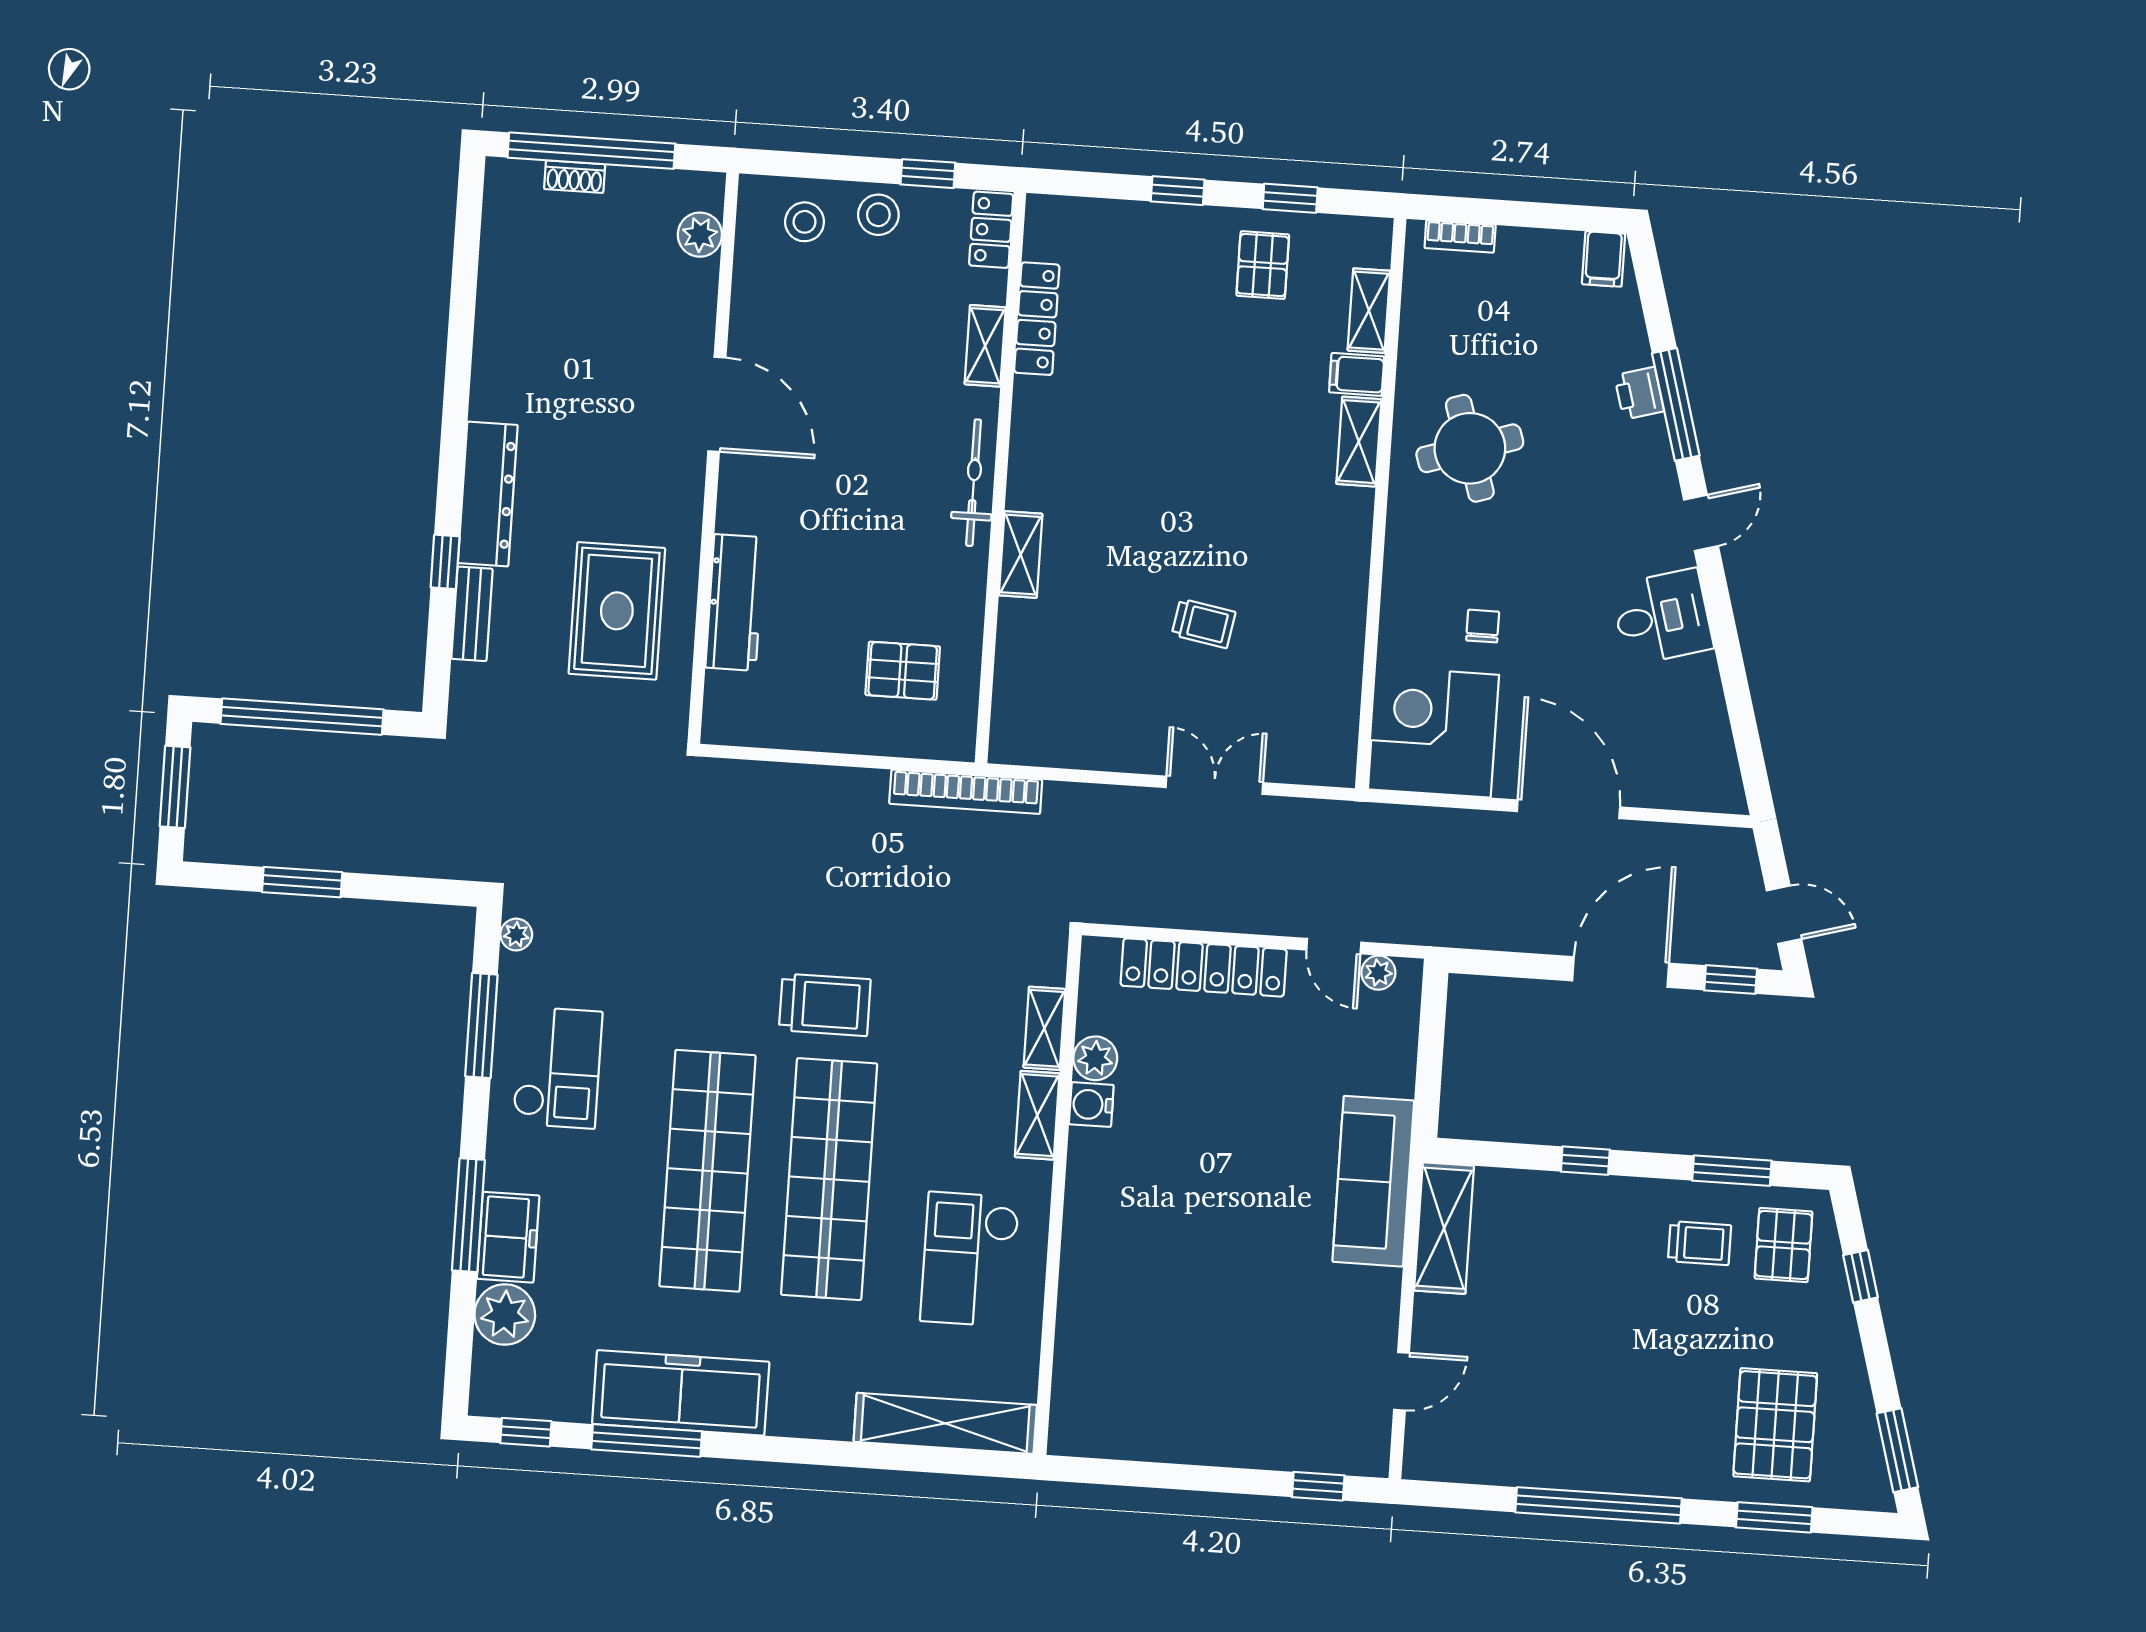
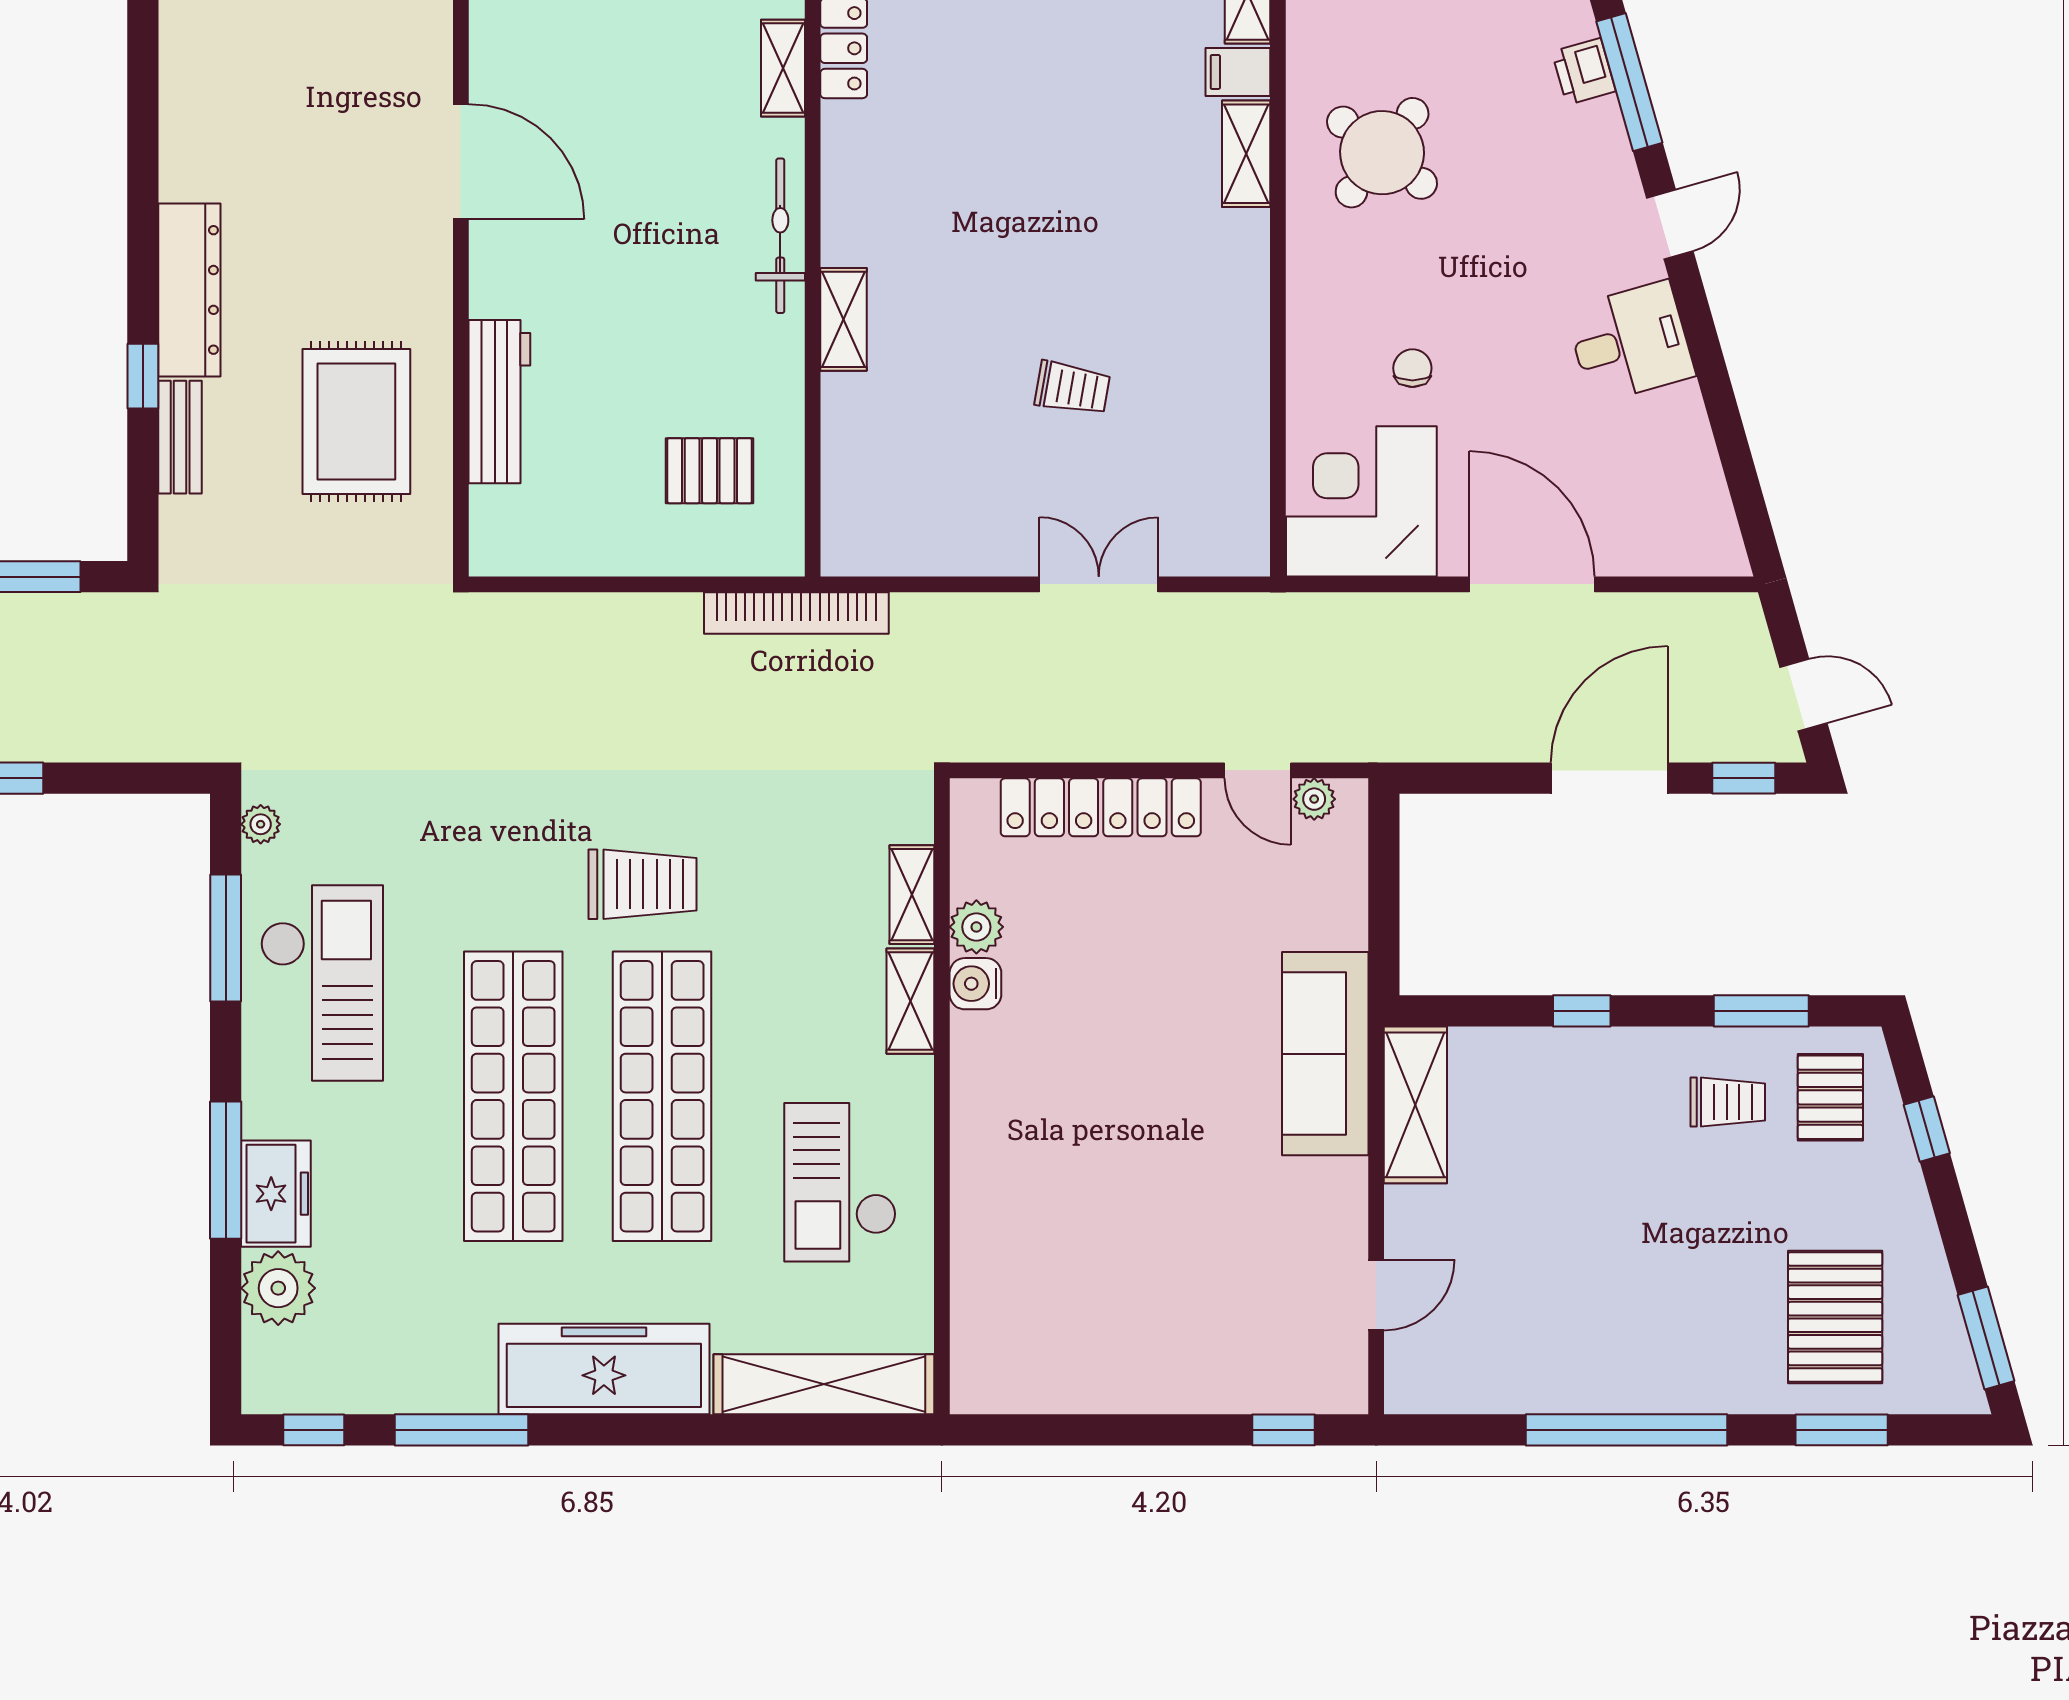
round table: (1470, 448) -> (1382, 153), turned -34
checkout: (557, 1068) -> (322, 983), width x1.36, depth x1.21
freezer: (681, 1393) -> (604, 1369), moved

